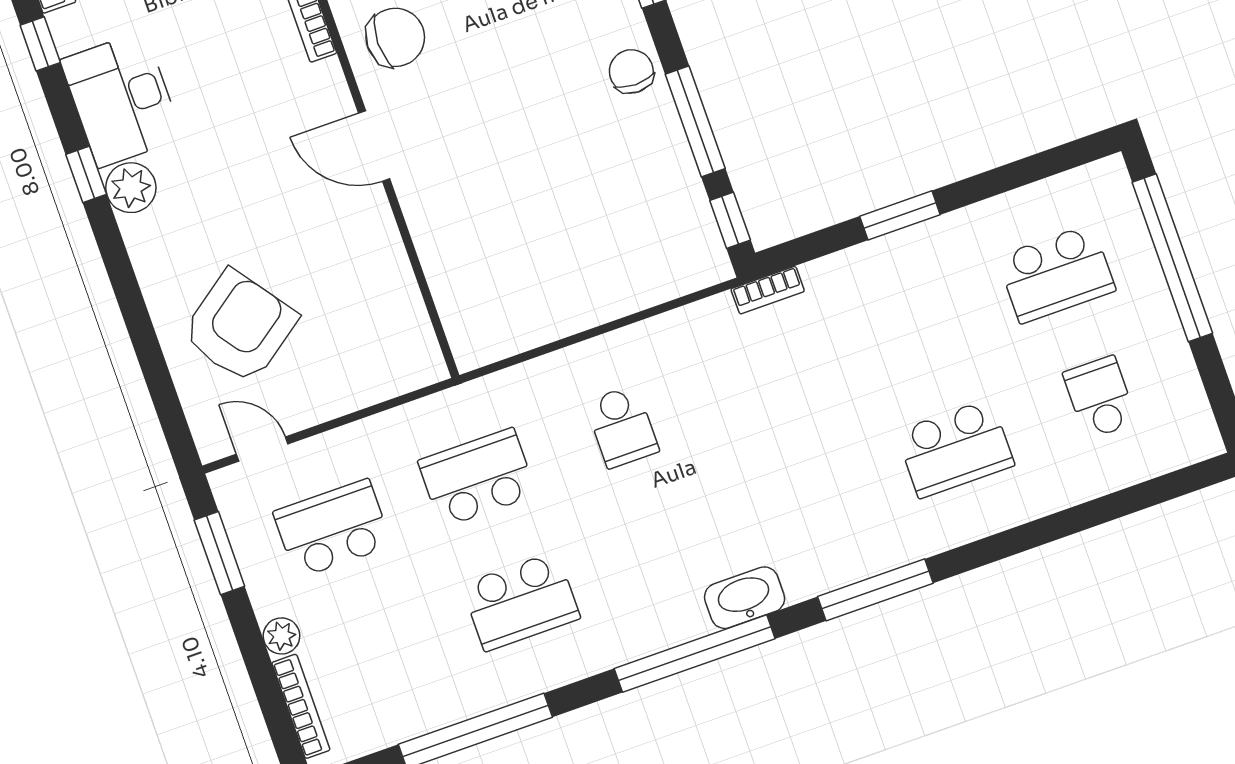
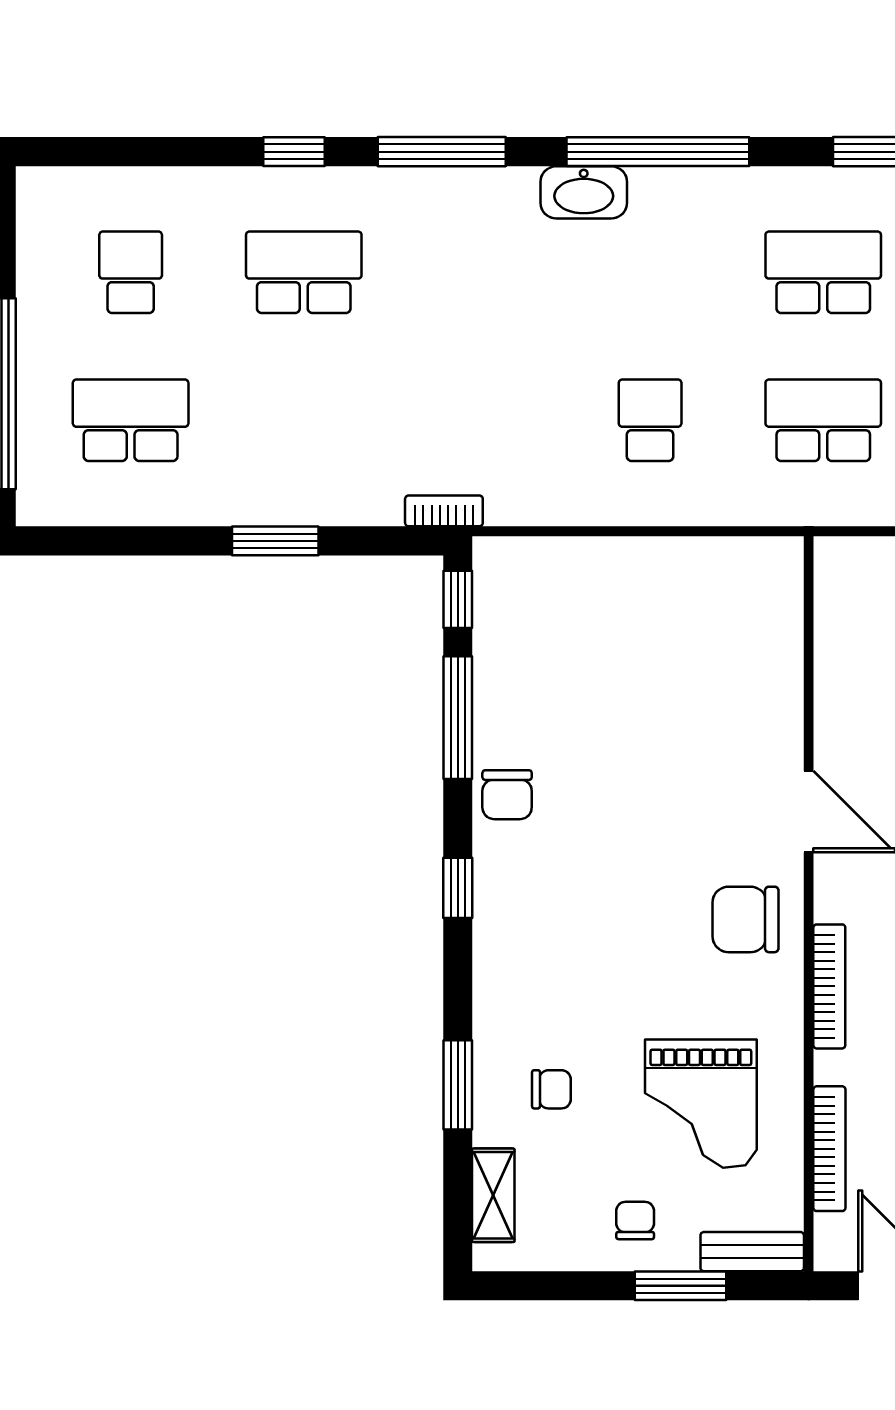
school desk: (1100, 397) -> (131, 272), turned 180
school desk: (477, 478) -> (823, 420), turned 180
window: (999, 546) -> (294, 152), added

